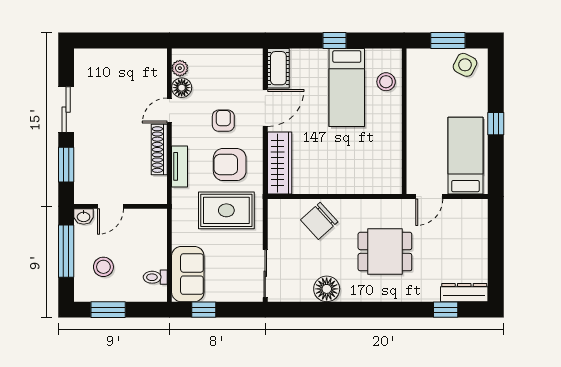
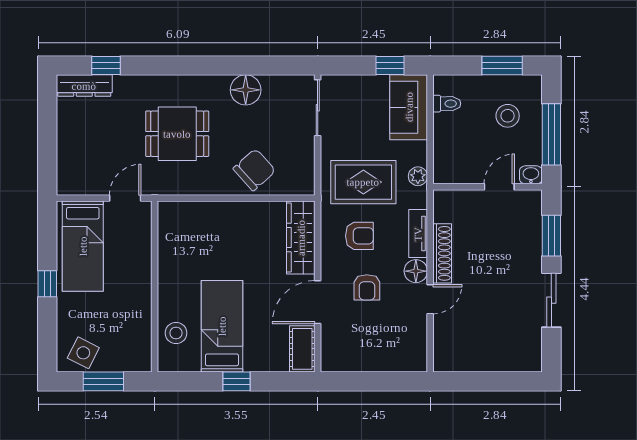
plant: (180, 68) -> (418, 176), moved
floor lamp: (182, 88) -> (416, 271), moved
armchair: (230, 165) -> (359, 236), width x0.72, depth x0.72

